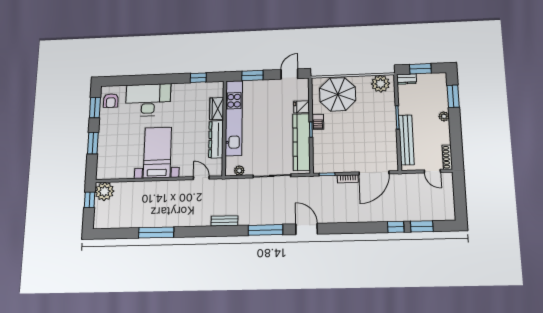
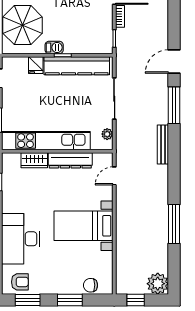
chair: (105, 160) -> (90, 285), added
plant: (104, 191) -> (158, 284), moved
bench: (224, 221) -> (163, 144), width x1.36

